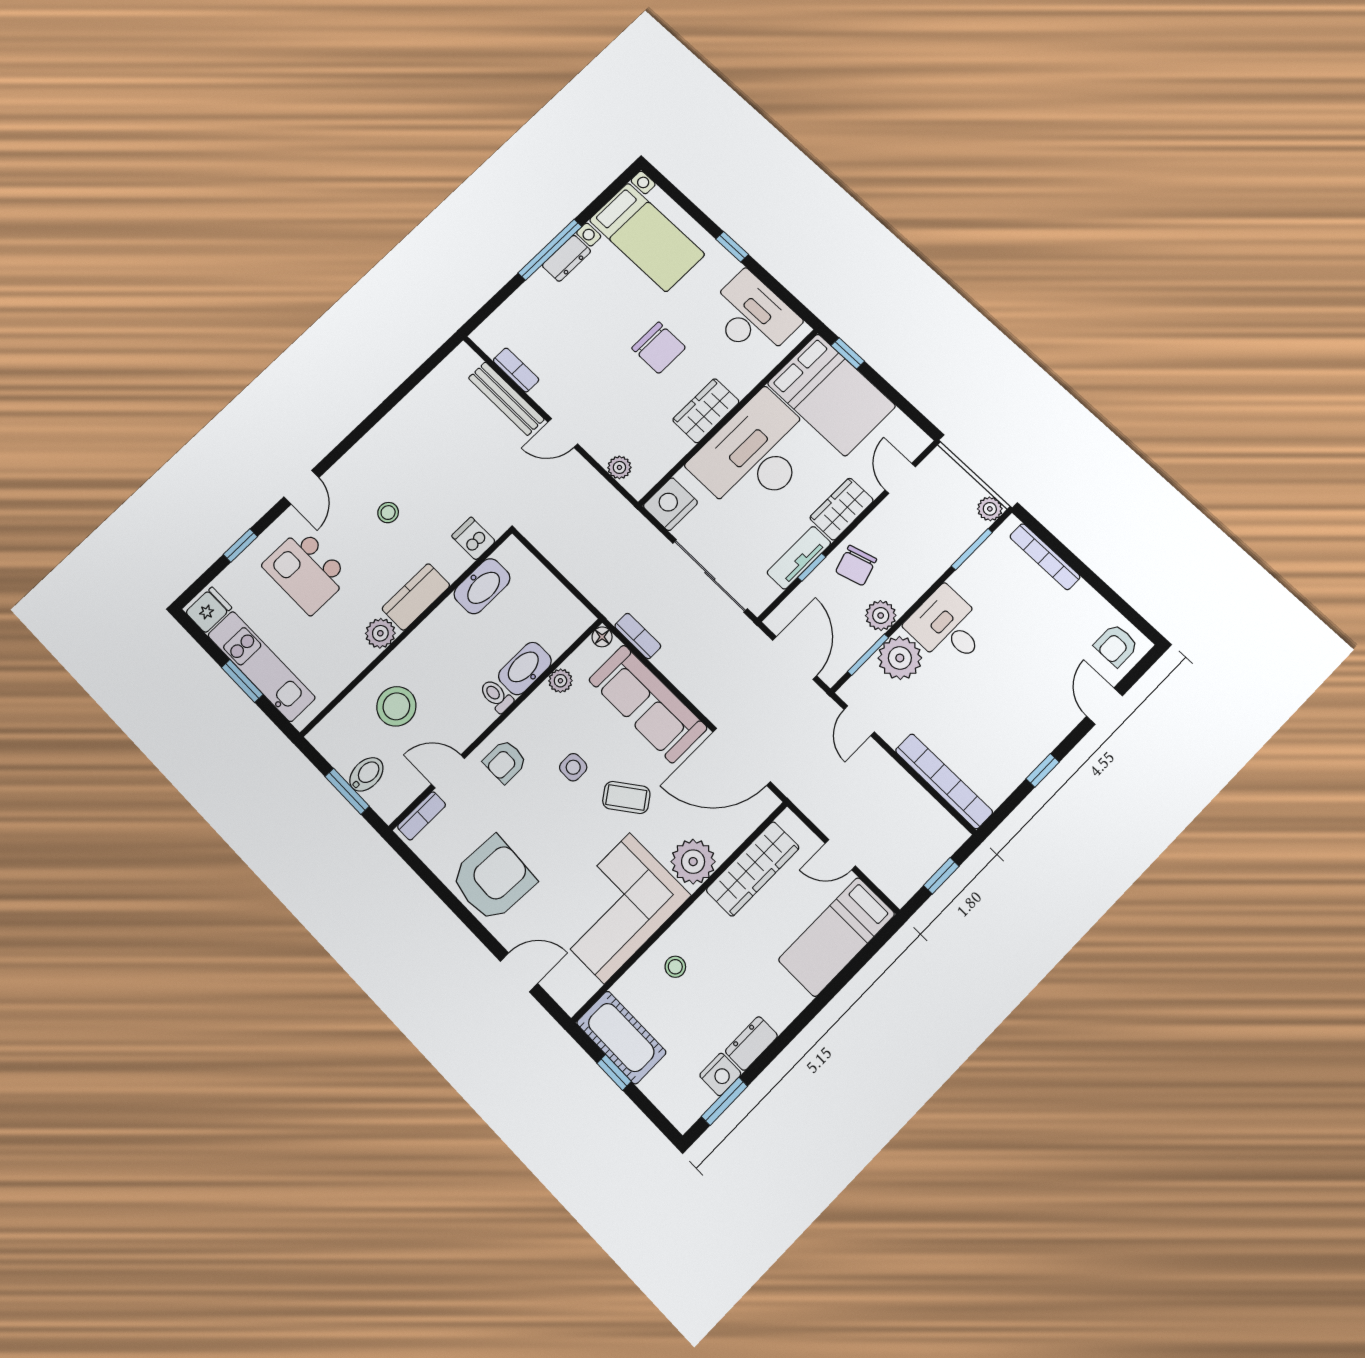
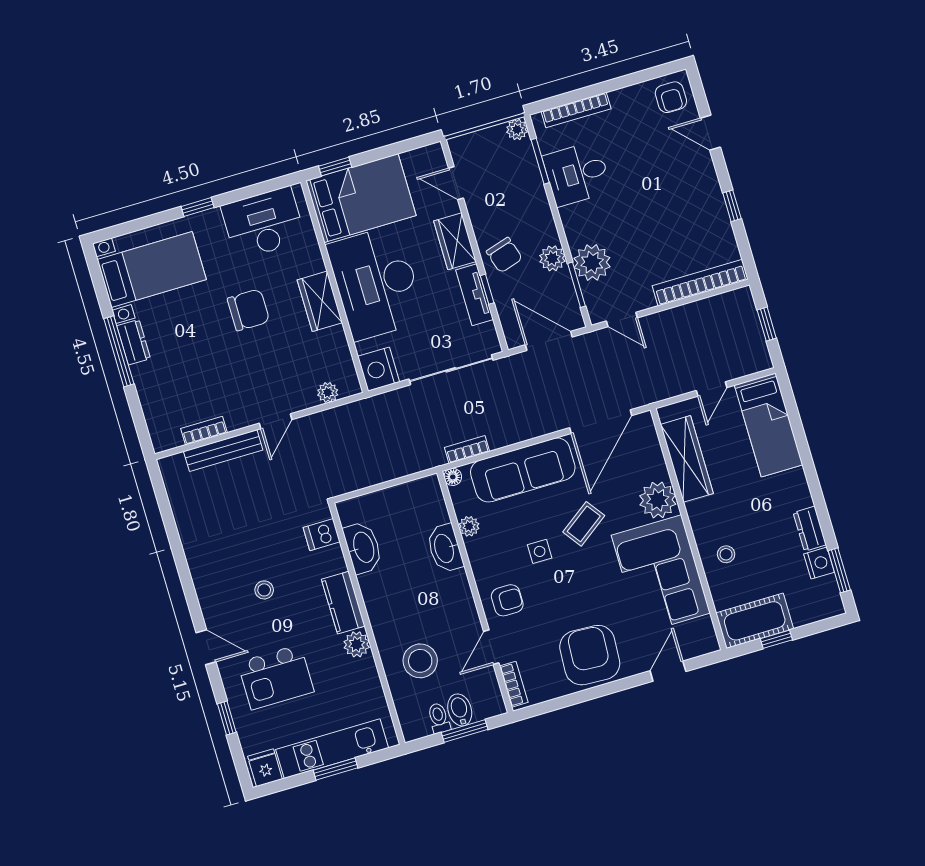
desk: (948, 627) -> (577, 174), moved
toilet: (496, 696) -> (439, 718), moved, turned 90
armchair: (505, 761) -> (507, 600), turned -90

